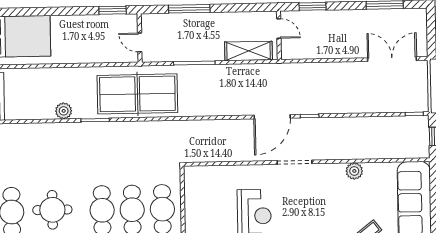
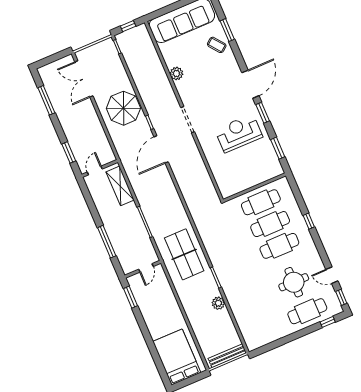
parasol: (339, 92) -> (123, 108), added
table tennis table: (137, 94) -> (184, 254), width x0.73, depth x0.76
door: (272, 117) -> (161, 149), swing flipped

